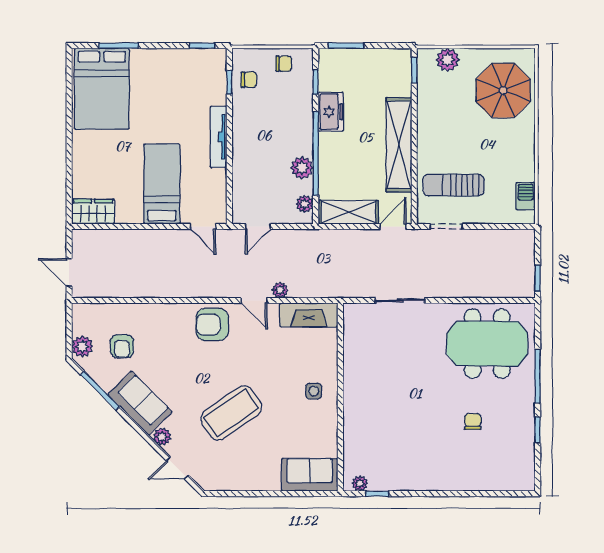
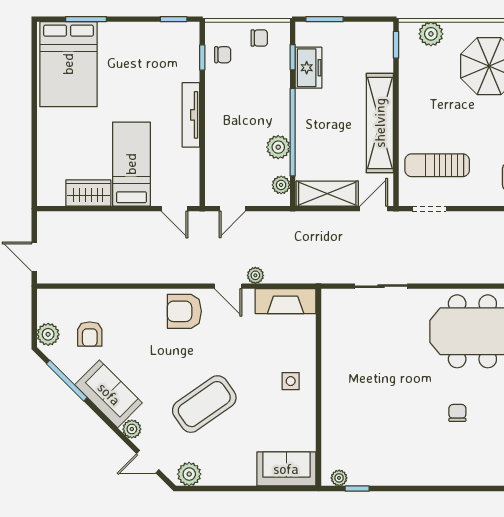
freezer: (331, 112) -> (309, 68), moved
wardrobe: (93, 212) -> (88, 193), moved
plant: (217, 480) -> (189, 474), added

